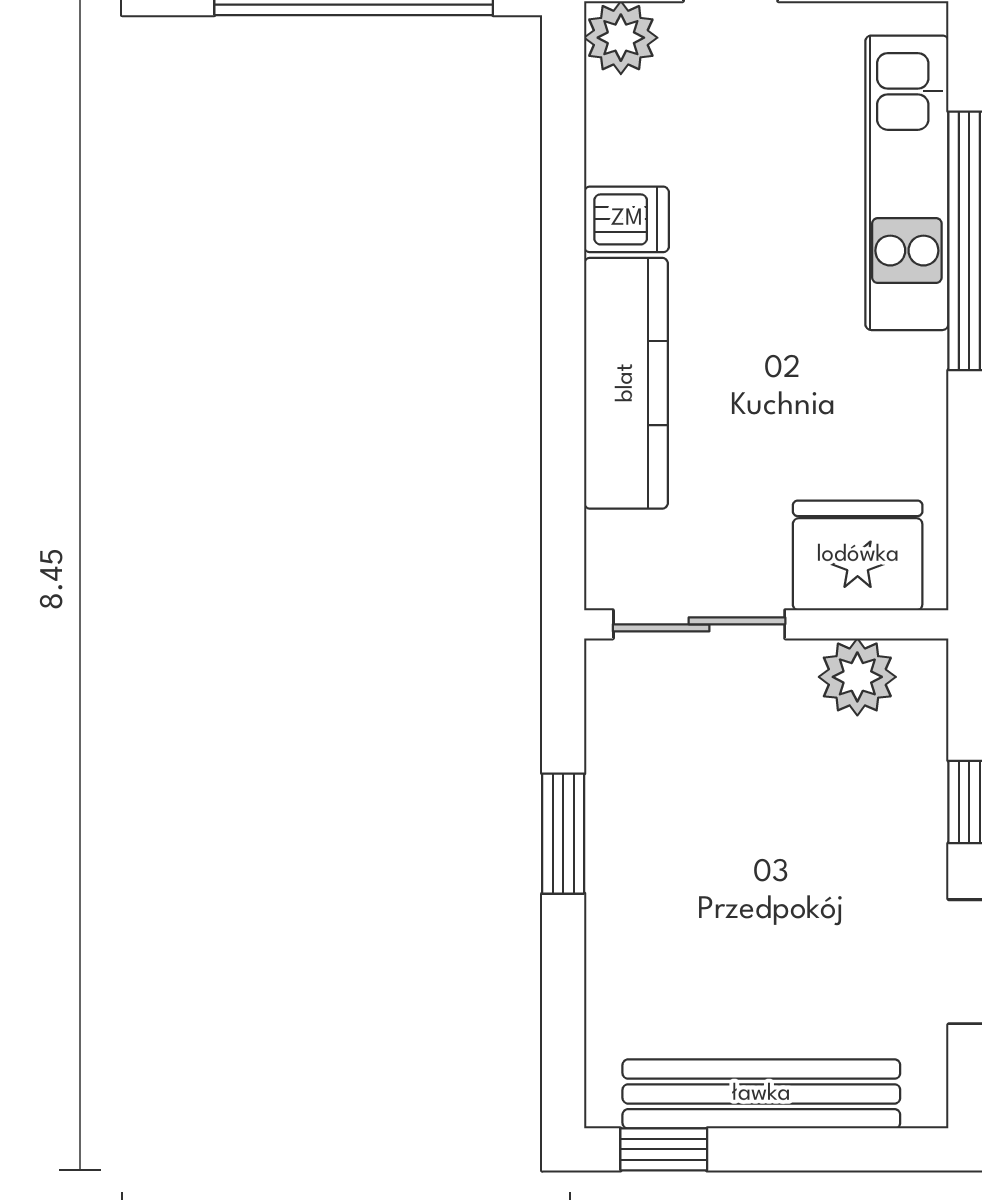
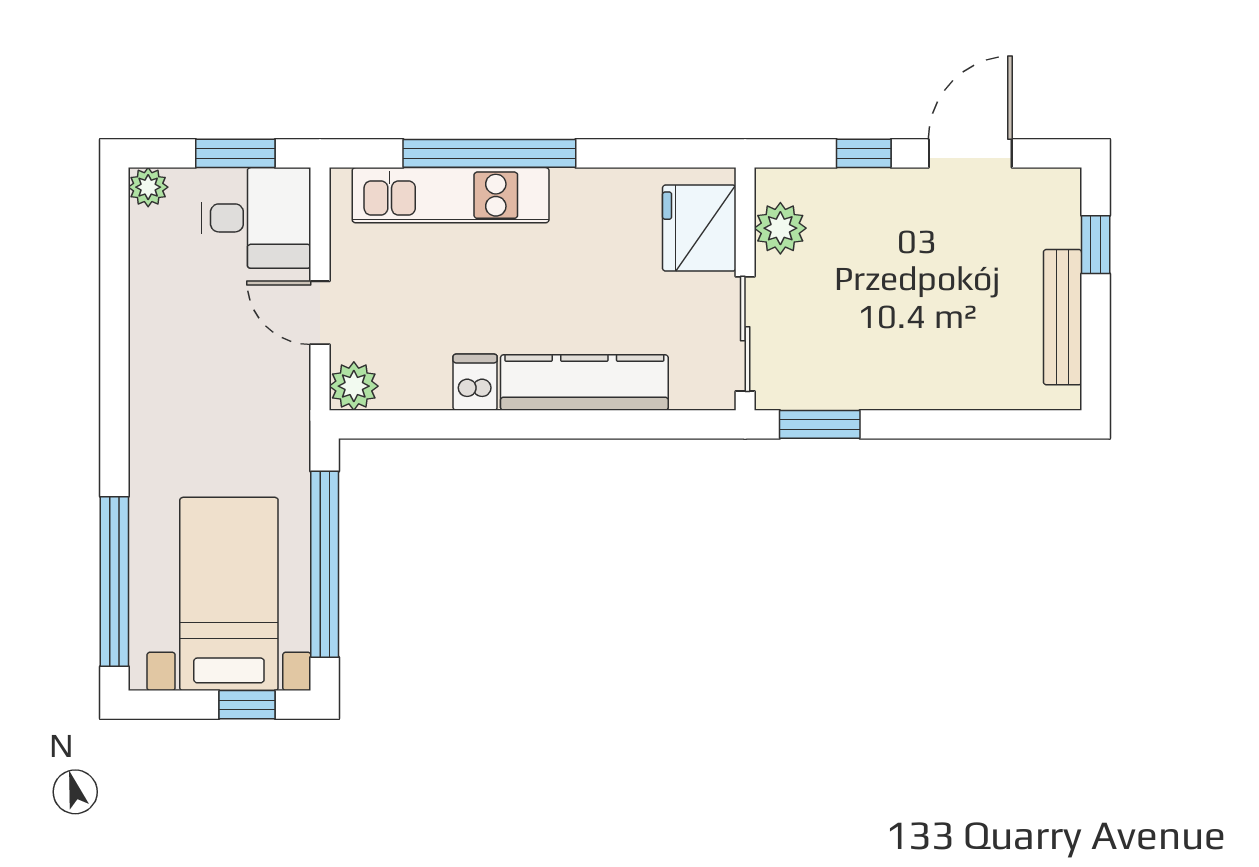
window: (563, 834) -> (820, 424), moved
bench: (761, 1094) -> (1063, 317), width x0.73, depth x0.82
window: (664, 1149) -> (1096, 245), moved

